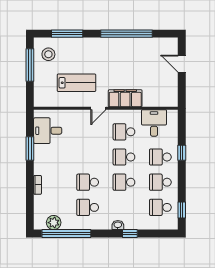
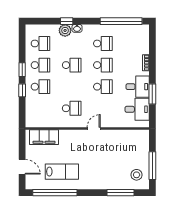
window: (126, 34) -> (55, 193), moved
lab bench: (76, 83) -> (62, 172), moved, turned 180
filing cabinet: (125, 98) -> (44, 137), moved
desk: (154, 123) -> (138, 87), moved, turned -90
school desk: (124, 157) -> (103, 87), moved
window: (182, 210) -> (22, 70), moved
plant: (54, 223) -> (65, 30), moved

